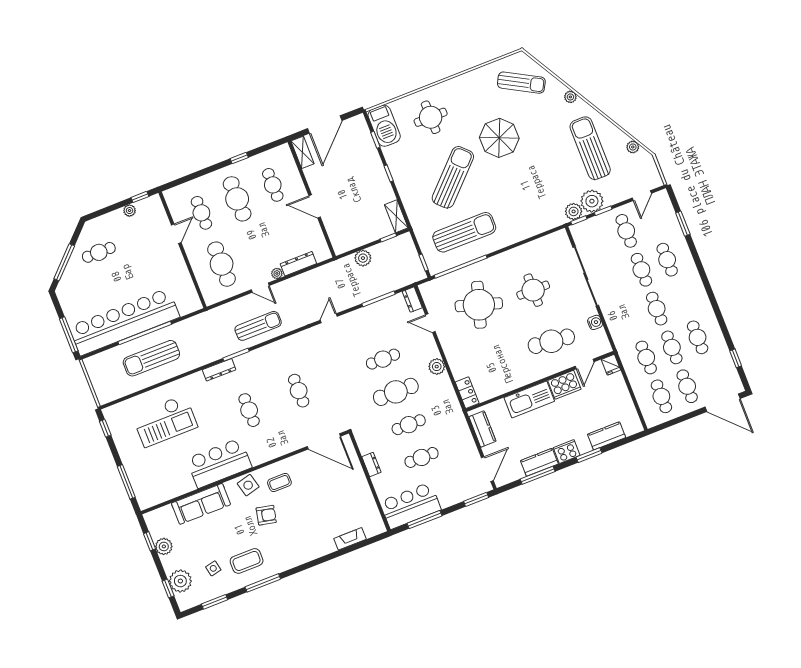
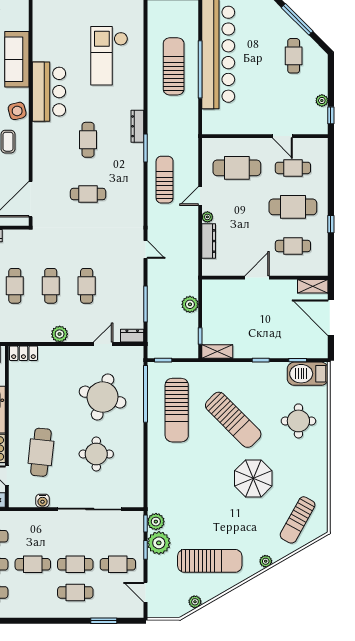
sun lounger: (258, 326) -> (165, 180), turned 180
cafe table: (396, 392) -> (51, 286), width x0.73, depth x0.74
cafe table: (249, 410) -> (88, 140), turned 90

